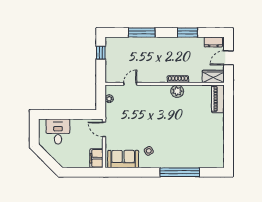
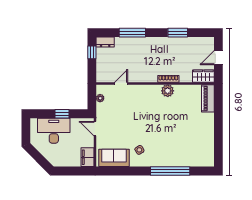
dresser: (213, 42) -> (105, 42), moved
window: (71, 114) -> (62, 114), added
desk: (58, 131) -> (54, 131), width x1.37

